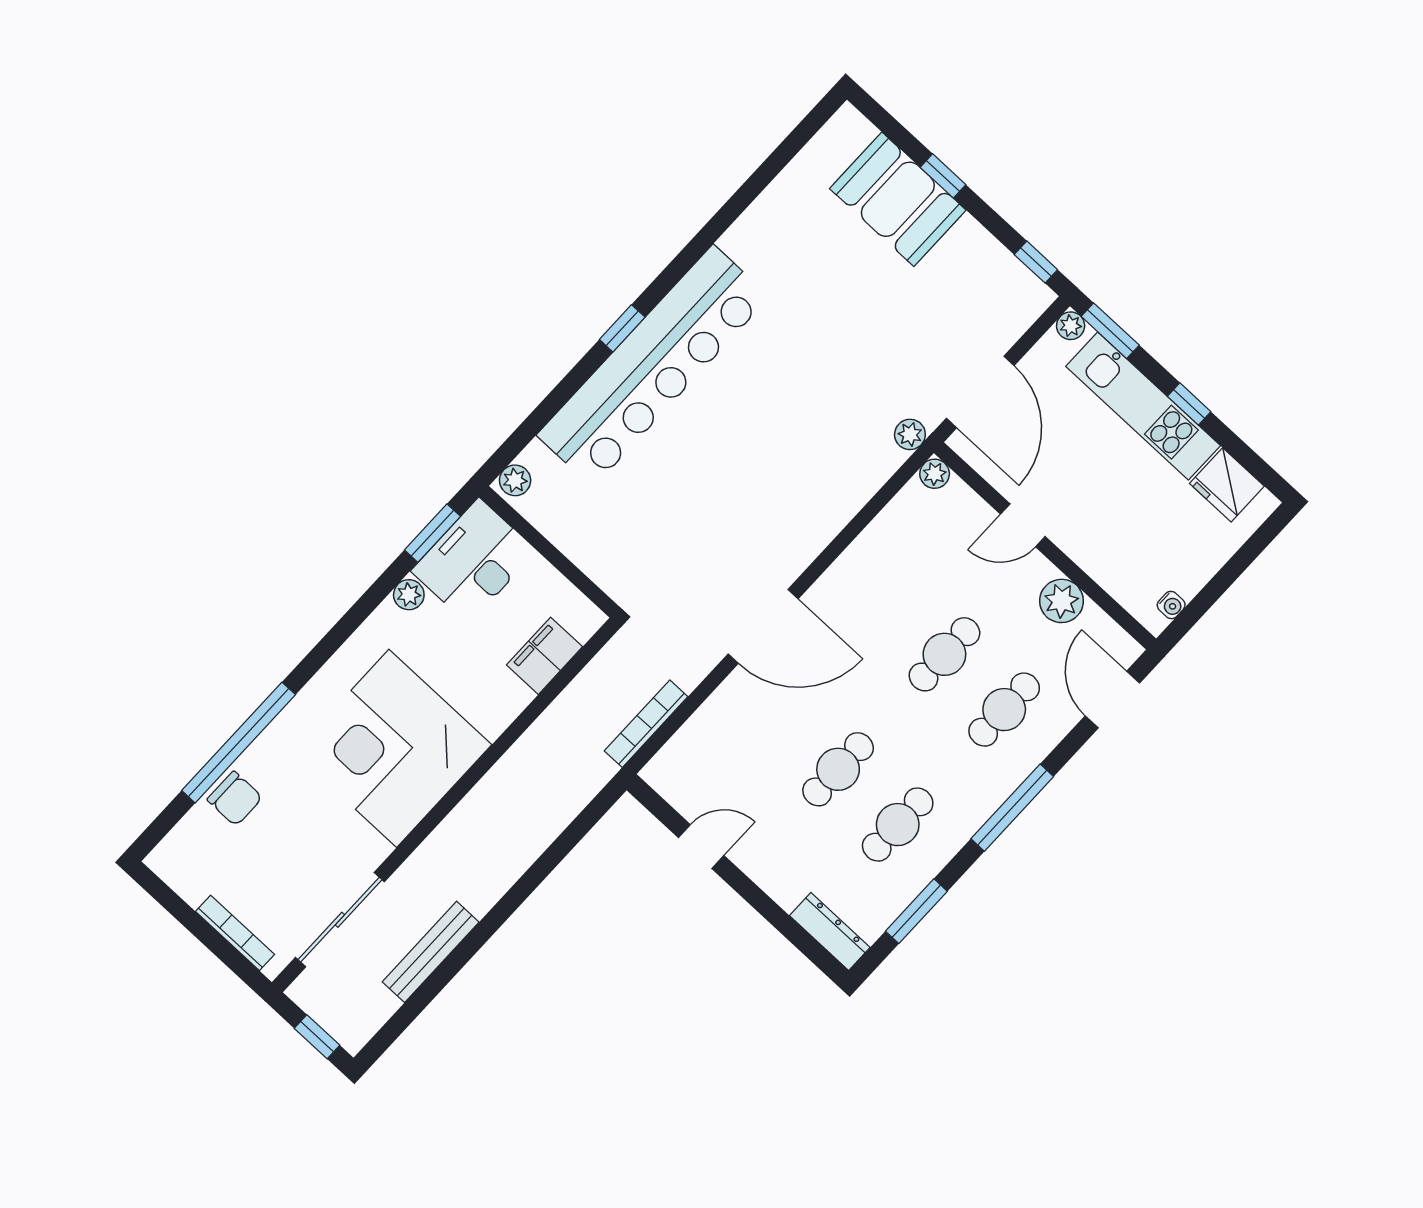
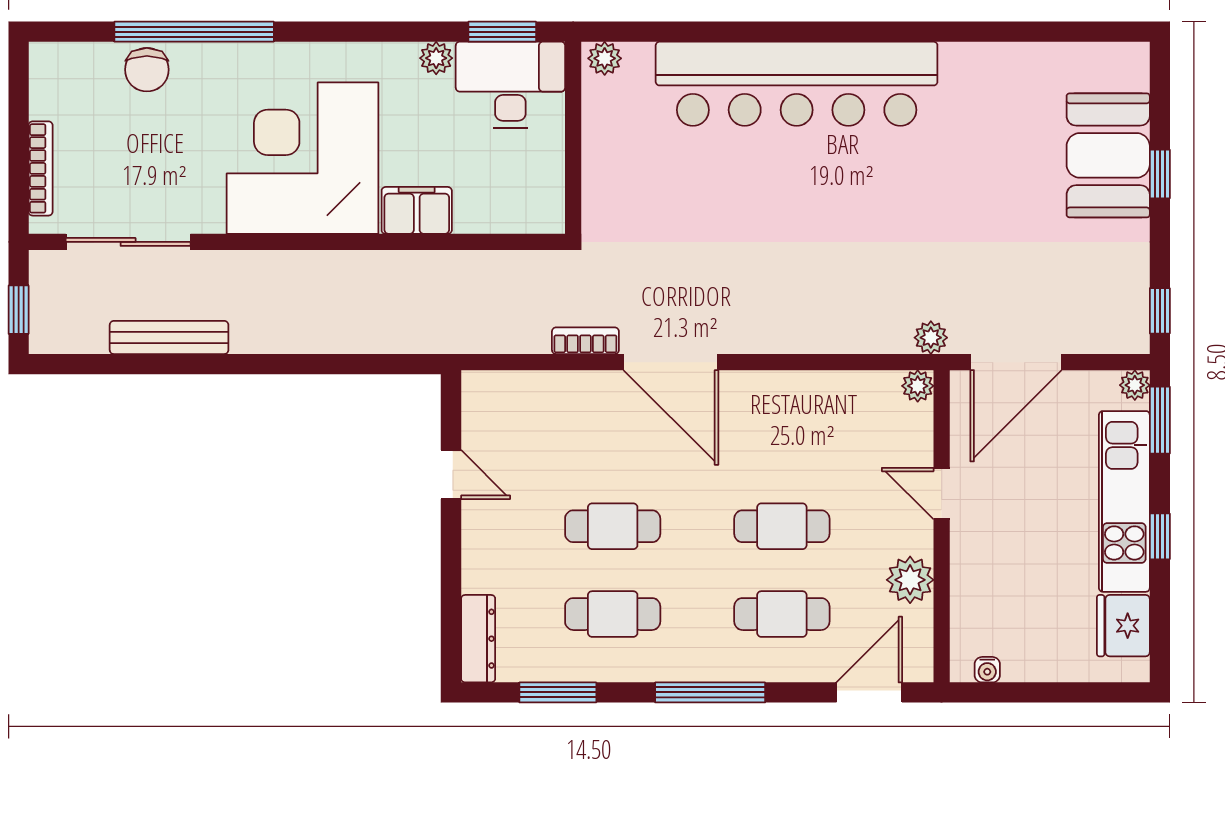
window: (622, 328) -> (804, 32), removed
filing cabinet: (545, 656) -> (417, 210), moved
bookcase: (646, 724) -> (585, 341), moved, width x0.64

